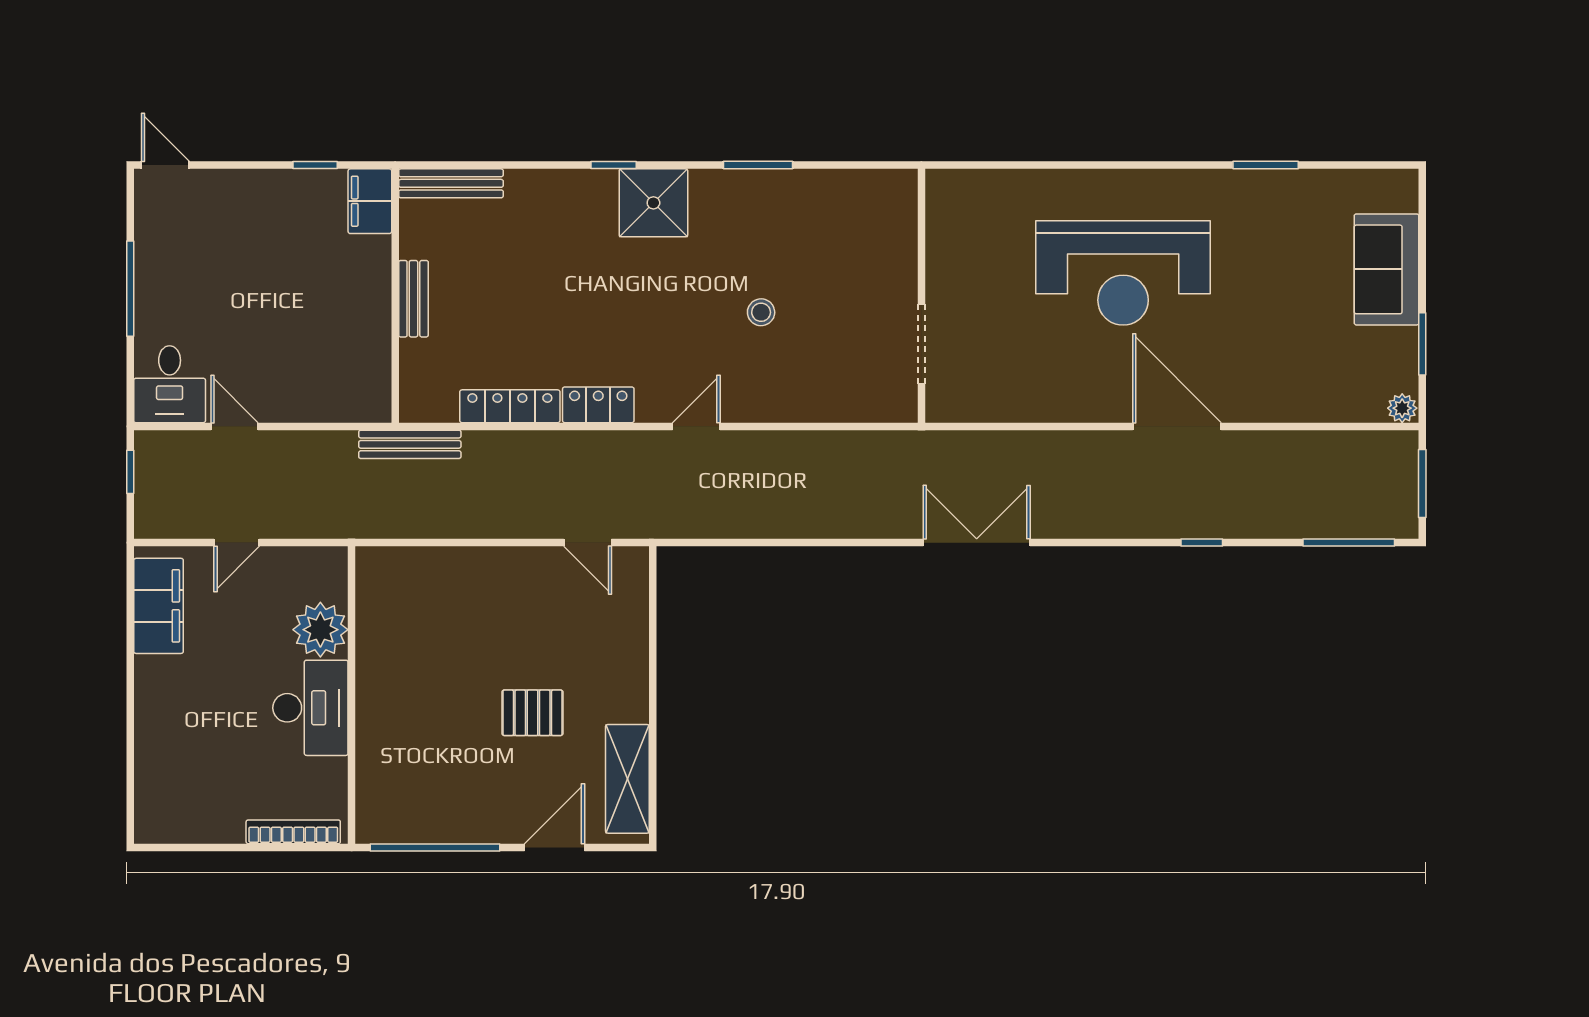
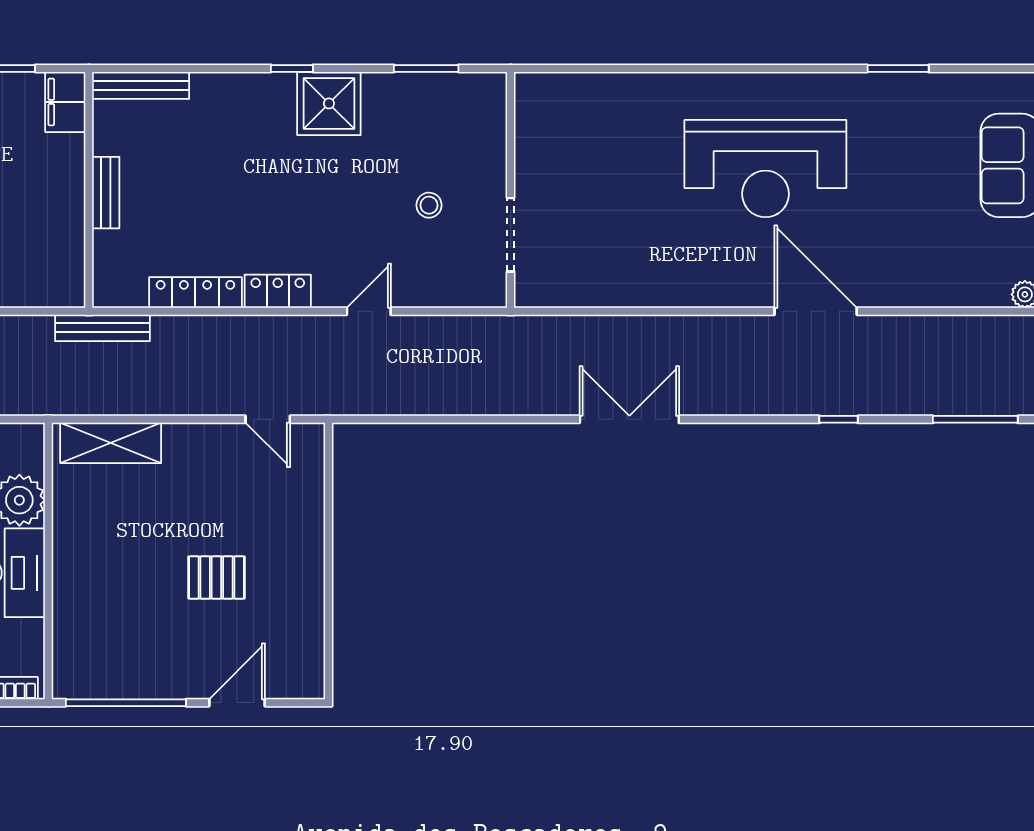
wall: (921, 296) -> (511, 190), moved
doorway: (921, 344) -> (511, 235), moved
shelving: (627, 779) -> (111, 443), moved, turned 90

